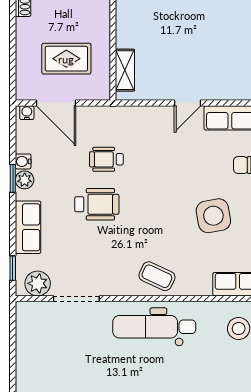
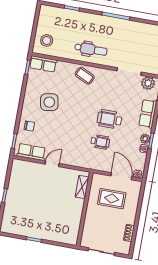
dental chair: (154, 327) -> (91, 49), width x0.73, depth x0.72

